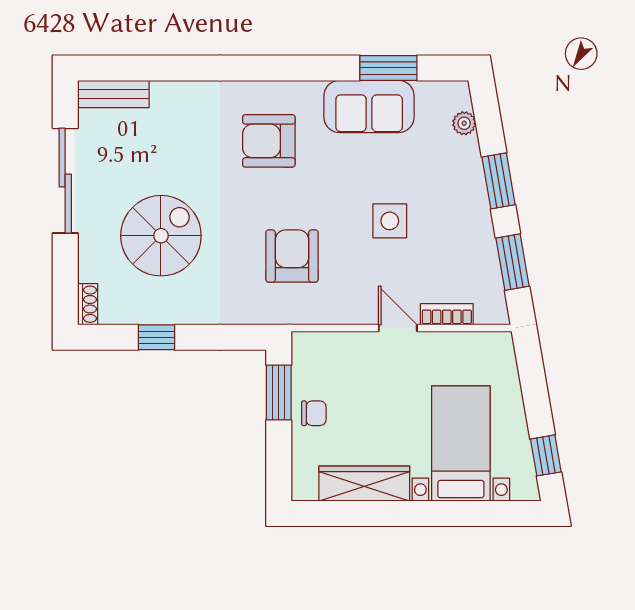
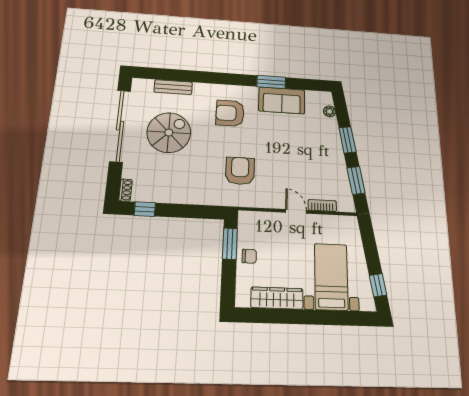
window: (388, 68) -> (271, 82), moved
bench: (113, 94) -> (173, 87), moved
sliding door: (65, 181) -> (120, 126), width x1.36
side table: (390, 221) -> (292, 156), removed
spiral stairs: (161, 236) -> (169, 133), moved
window: (156, 337) -> (145, 209), moved

